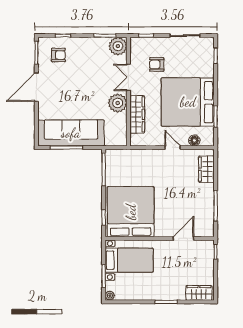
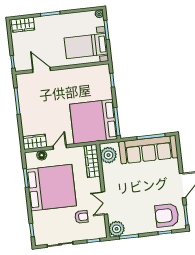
armchair: (58, 55) -> (167, 215), width x1.88, depth x1.88
double door: (128, 77) -> (104, 203), swing flipped
plant: (118, 103) -> (108, 155), moved
wardrobe: (137, 114) -> (92, 161), moved
door: (173, 148) -> (60, 147), swing flipped
wardrobe: (206, 169) -> (35, 142), moved, turned -90
bed: (131, 212) -> (94, 122), moved, turned 90
door: (183, 238) -> (42, 70), swing flipped

